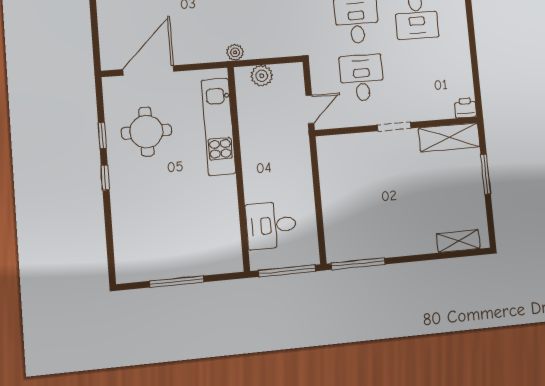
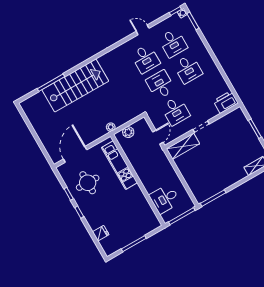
desk: (362, 78) -> (175, 111), turned 180
printer: (465, 108) -> (226, 102), width x1.87, depth x1.48
shelving: (449, 137) -> (183, 146), moved
fridge: (126, 234) -> (101, 233), added

